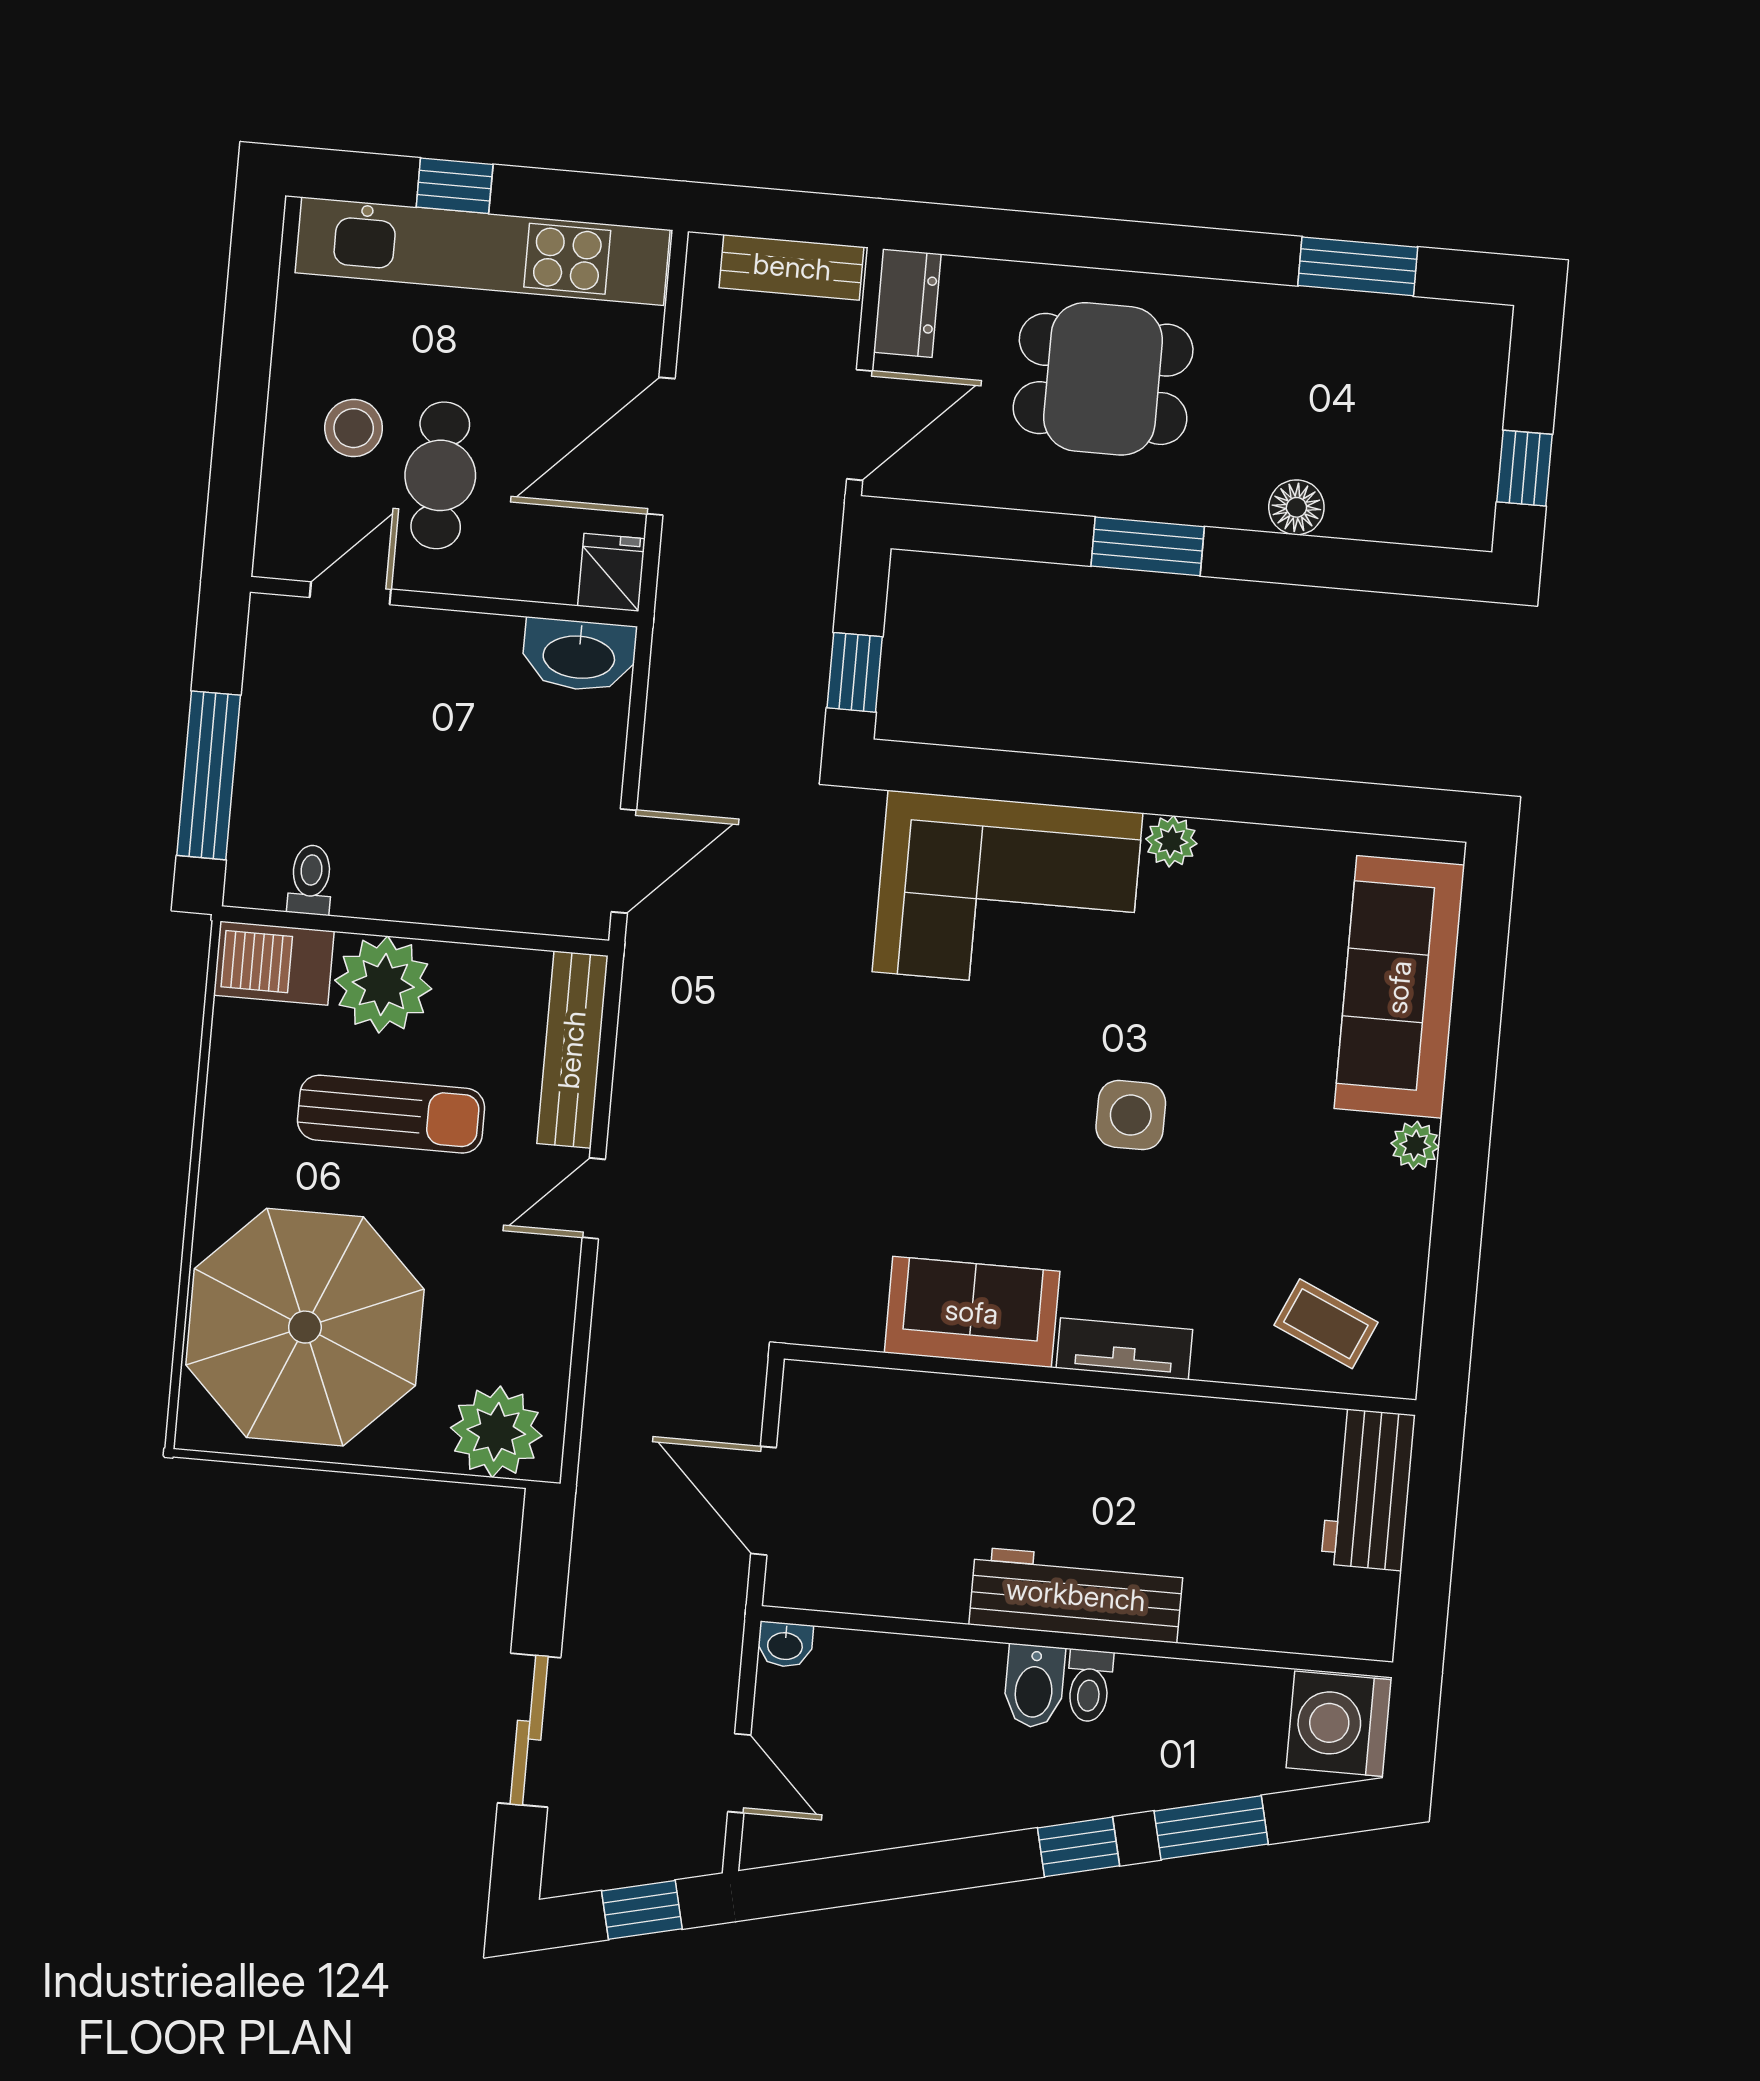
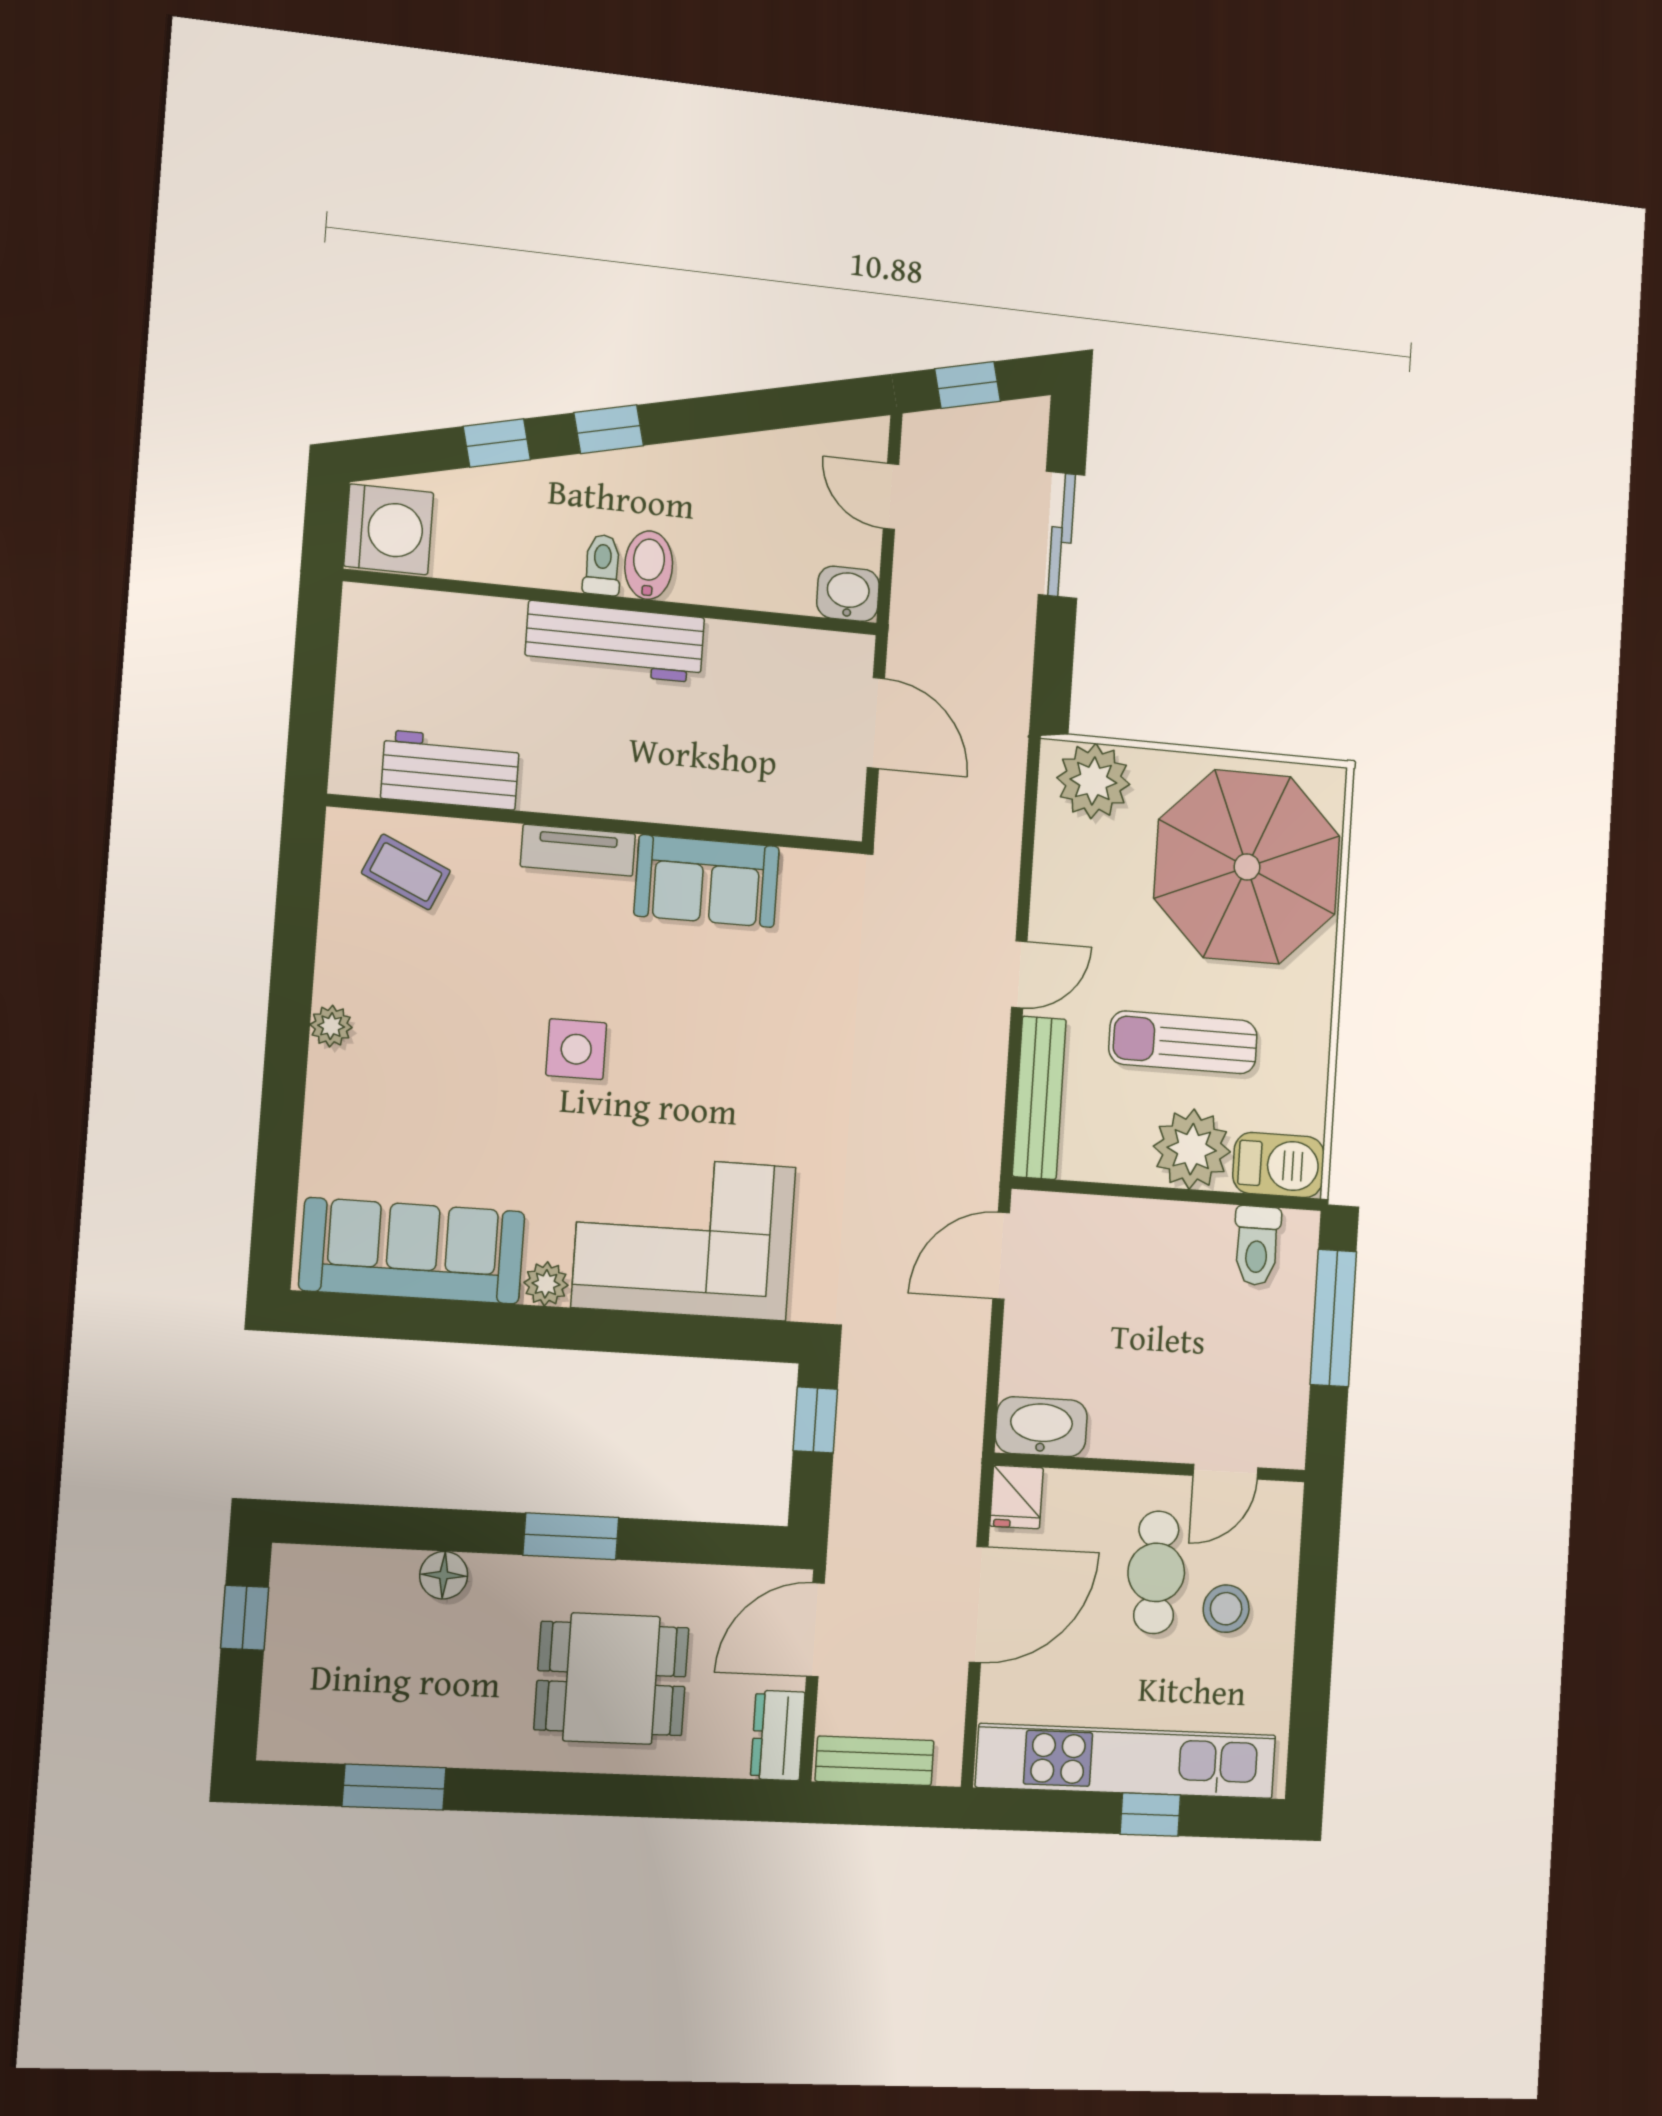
toilet: (311, 880) -> (1257, 1246), width x1.37, depth x1.39
sofa: (1399, 987) -> (412, 1251), moved, turned -90
workbench: (1368, 1489) -> (450, 770), moved, turned -90
washbasin: (785, 1645) -> (848, 594), width x1.38, depth x1.45
window: (1211, 1828) -> (497, 443), width x0.67

